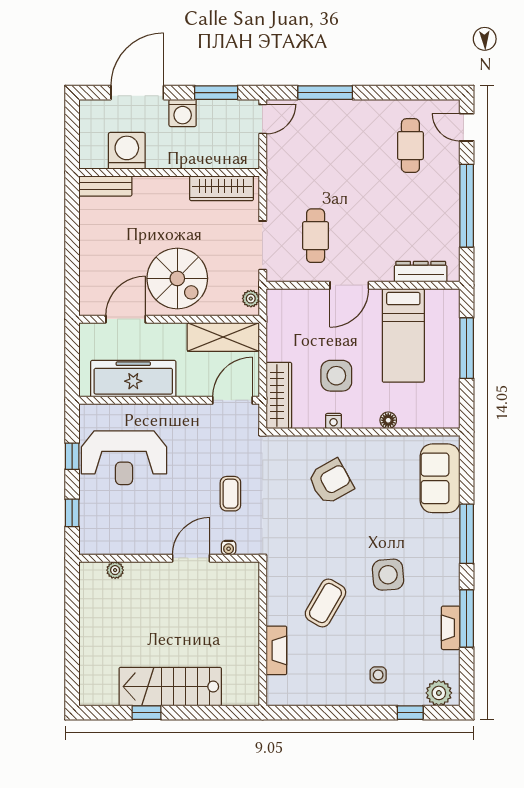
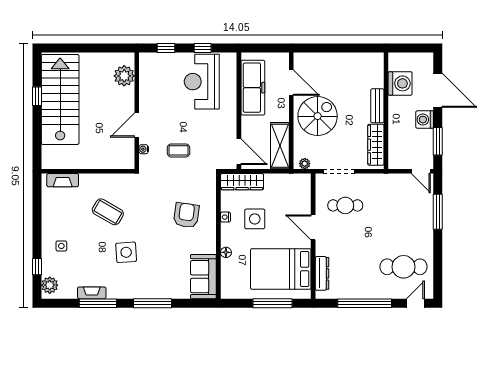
cafe table: (410, 146) -> (404, 267), width x1.37, depth x1.35
bench: (105, 186) -> (377, 106), moved
spiral stairs: (177, 278) -> (318, 116), turned 180
bed: (403, 335) -> (281, 269), width x1.50
sofa: (440, 478) -> (203, 277), moved, turned -90
armchair: (331, 482) -> (186, 215), turned -143
door: (191, 558) -> (137, 125), swing flipped
plant: (115, 570) -> (124, 76), width x1.88, depth x1.88
fireplace: (276, 650) -> (63, 180), moved
stairs: (170, 687) -> (60, 99), width x1.36, depth x1.51

